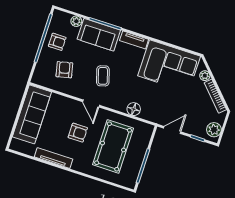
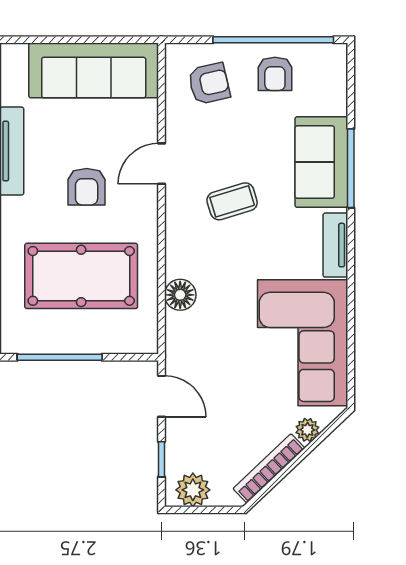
plant: (76, 21) -> (335, 102), removed
armchair: (64, 70) -> (209, 84), moved
door: (91, 103) -> (162, 164), moved

